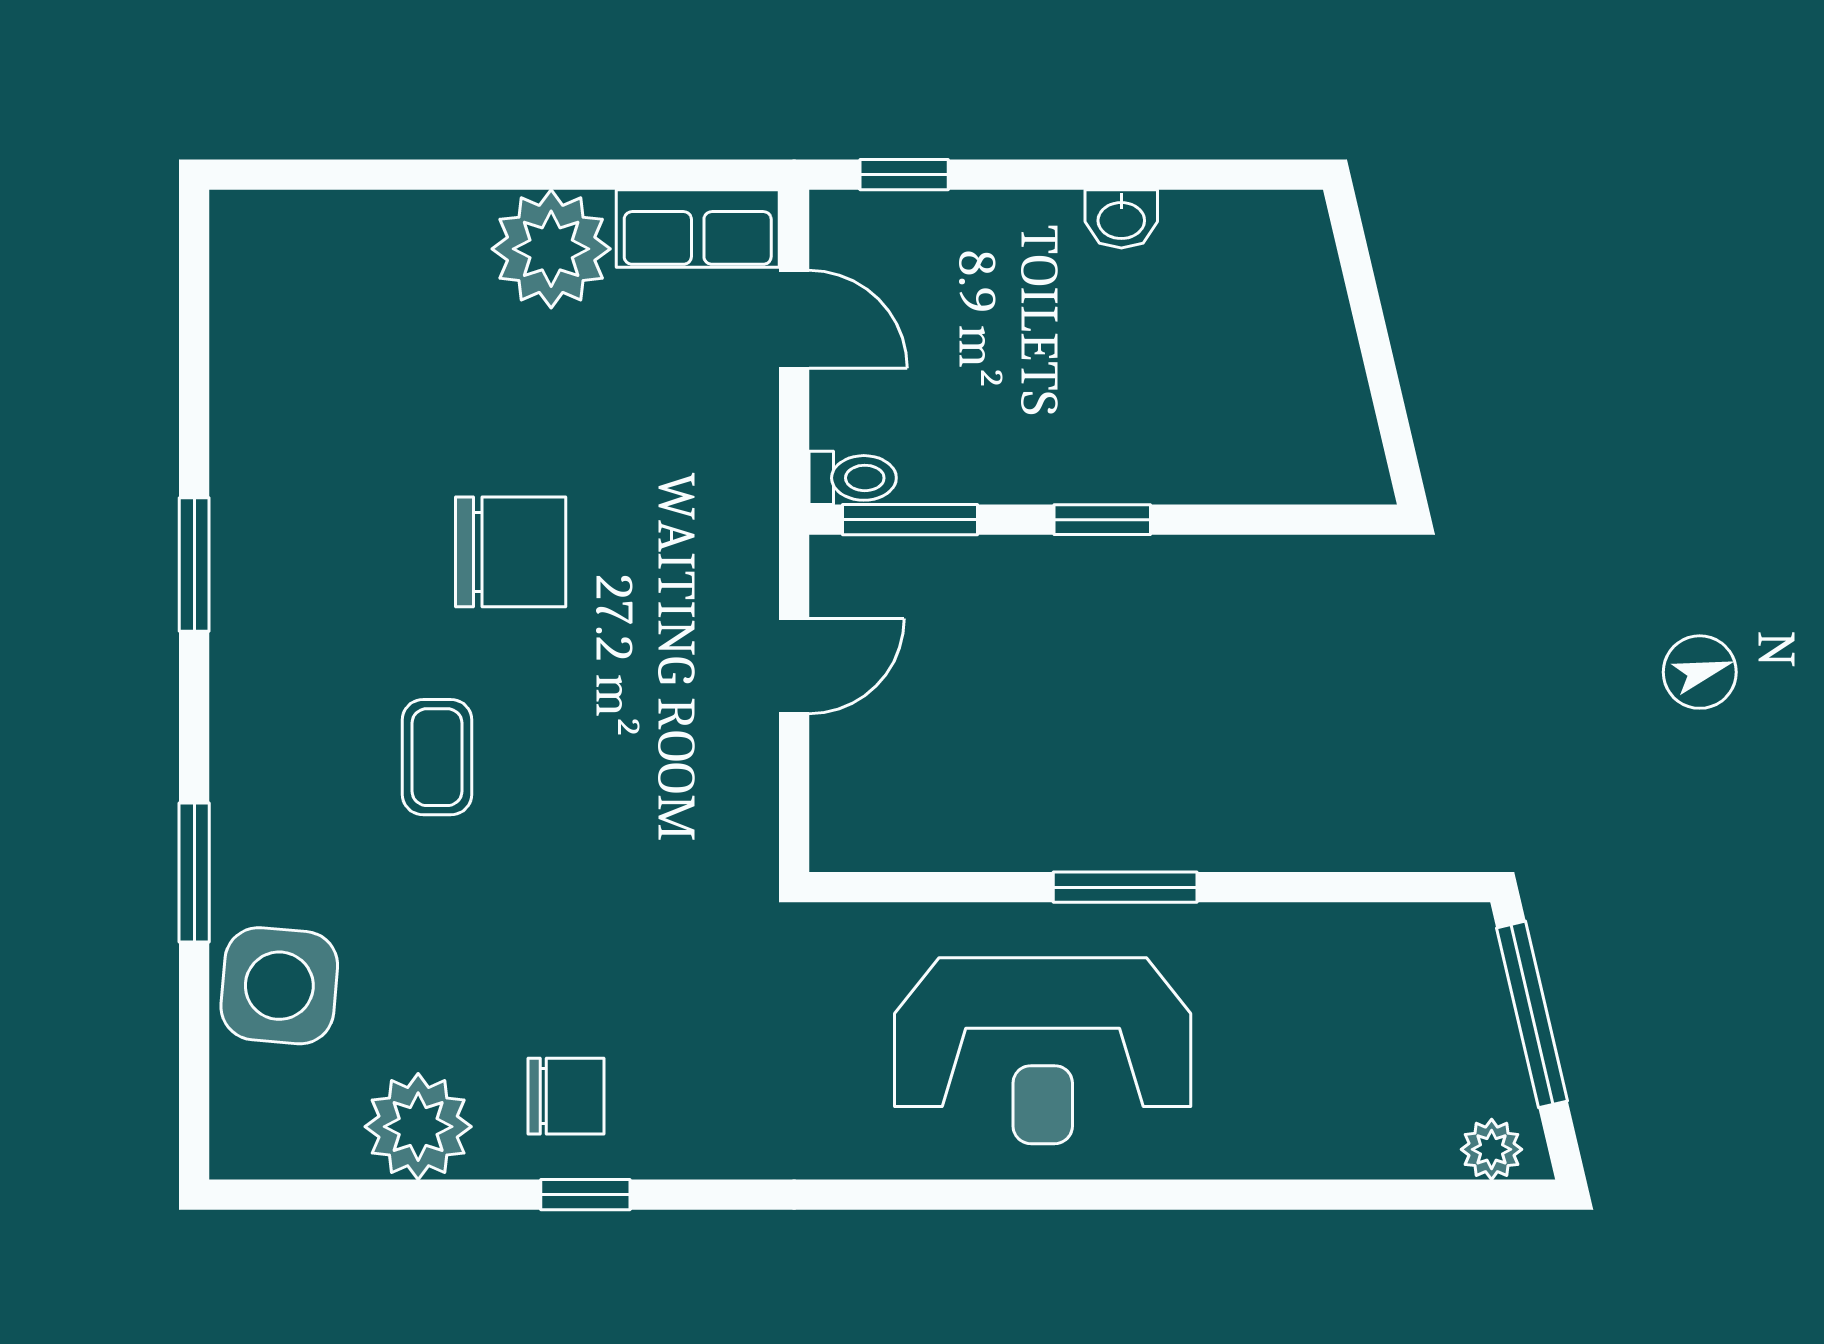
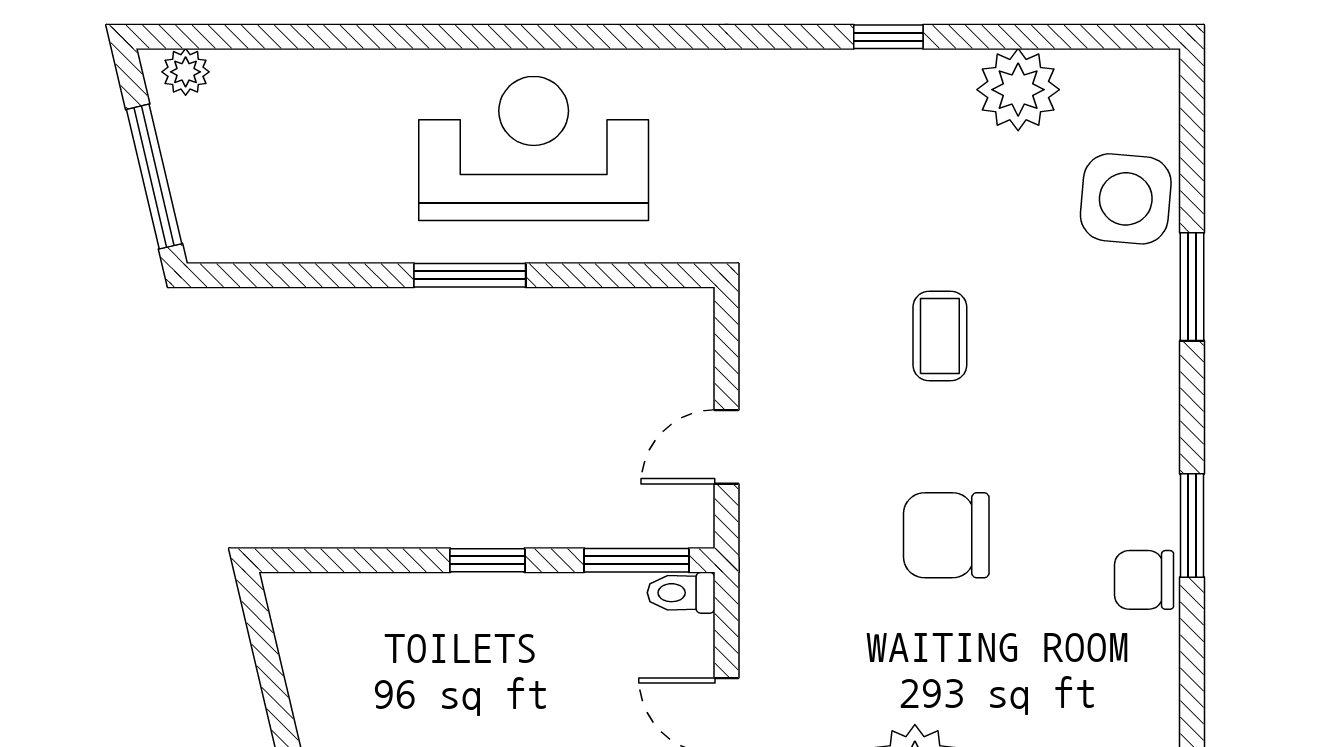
coffee table: (437, 757) -> (940, 336), moved
chair: (566, 1096) -> (1144, 580), moved

